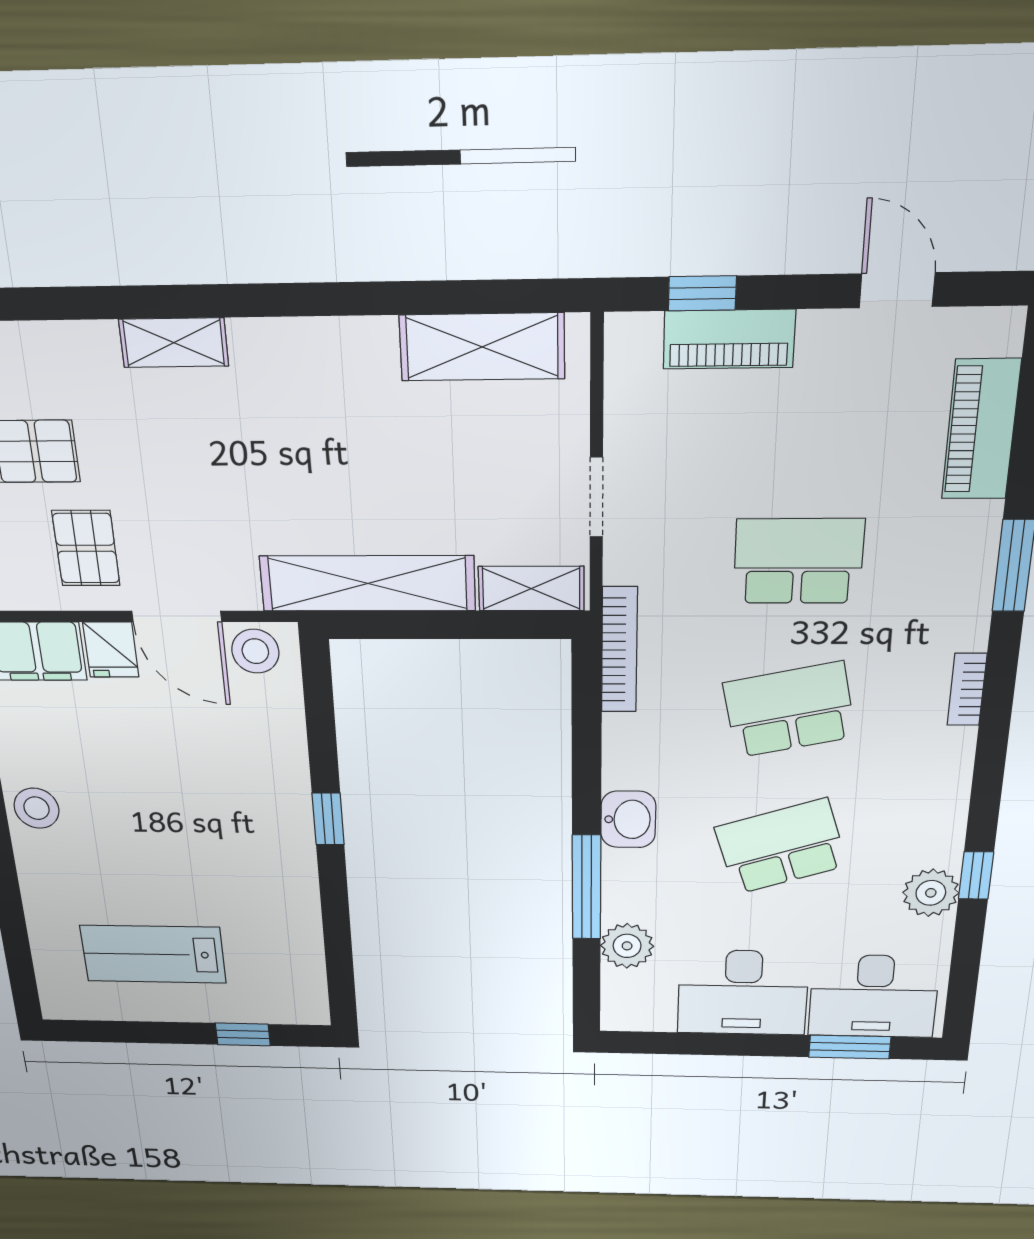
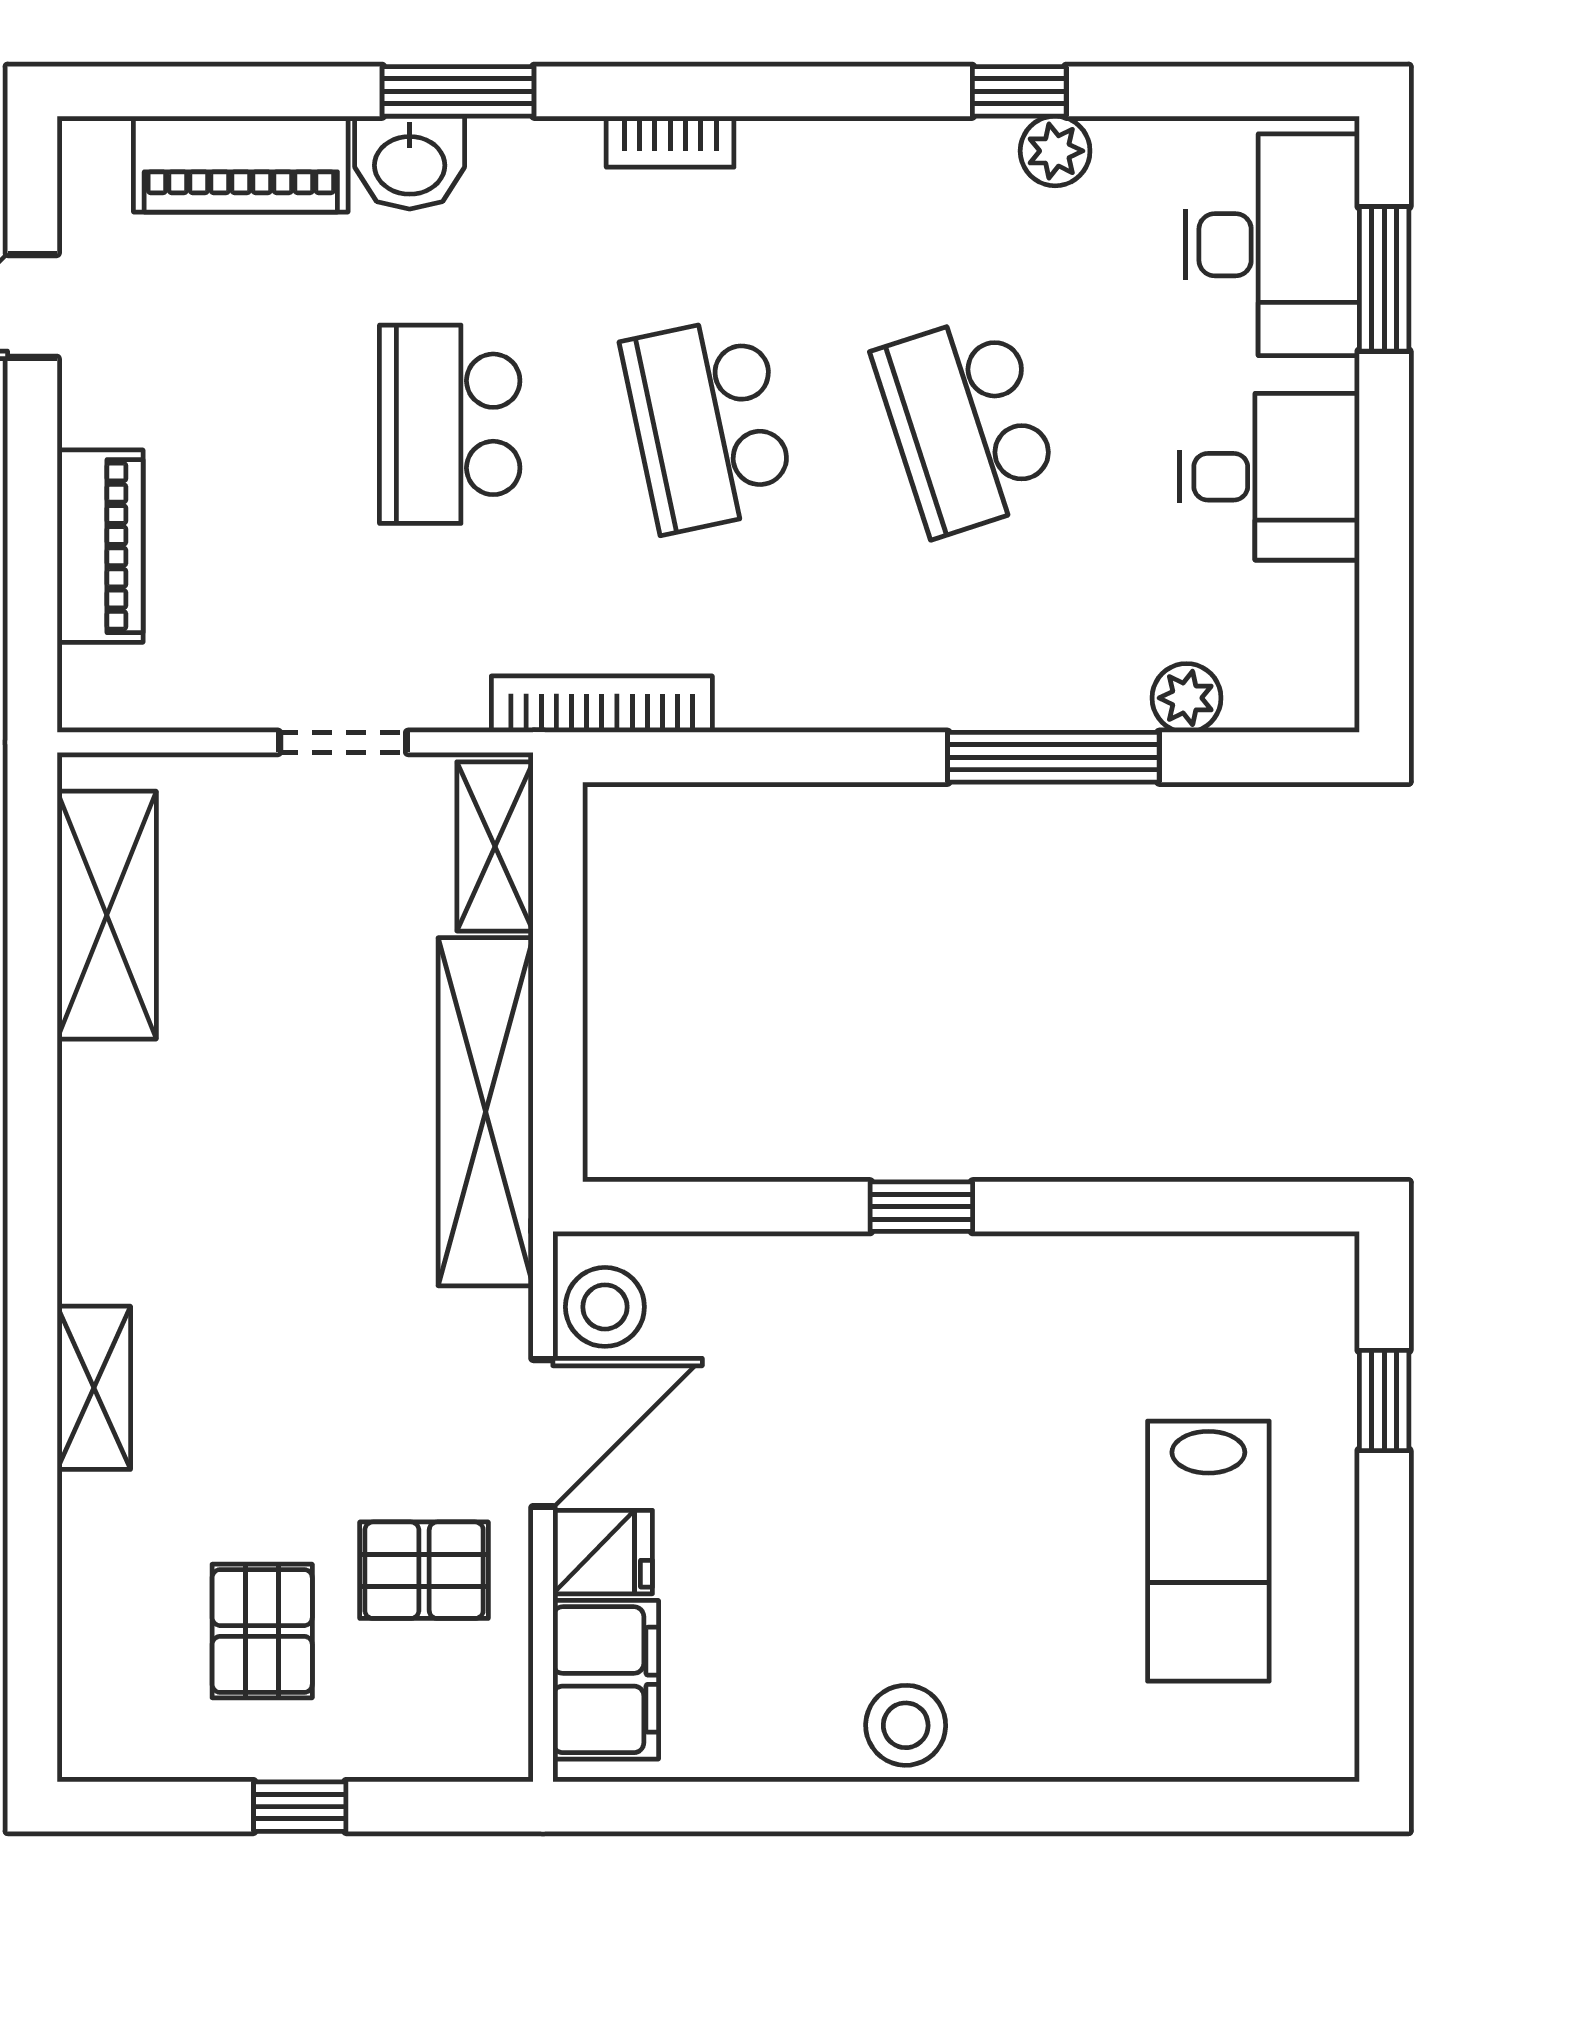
window: (702, 293) -> (32, 588), removed
washbasin: (628, 819) -> (410, 163), moved, turned 180
plant: (931, 893) -> (1055, 151), width x0.73, depth x0.73
plant: (627, 946) -> (1186, 698), width x0.73, depth x0.73
desk: (743, 993) -> (1269, 477), width x0.73

